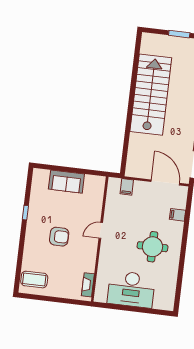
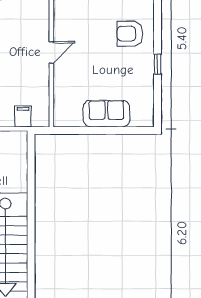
armchair: (59, 237) -> (130, 34), moved

